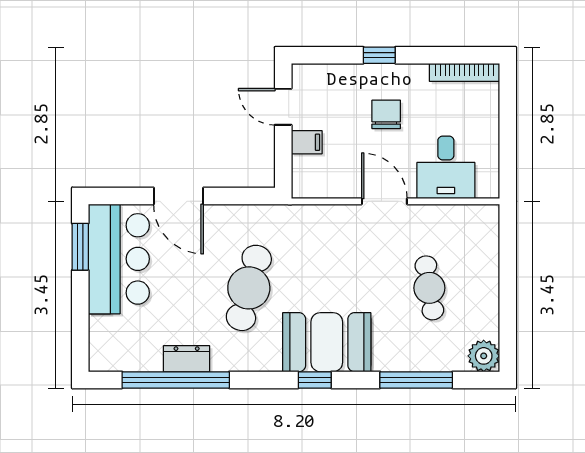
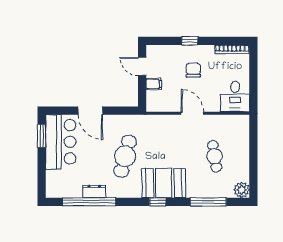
desk: (446, 167) -> (235, 96), moved

